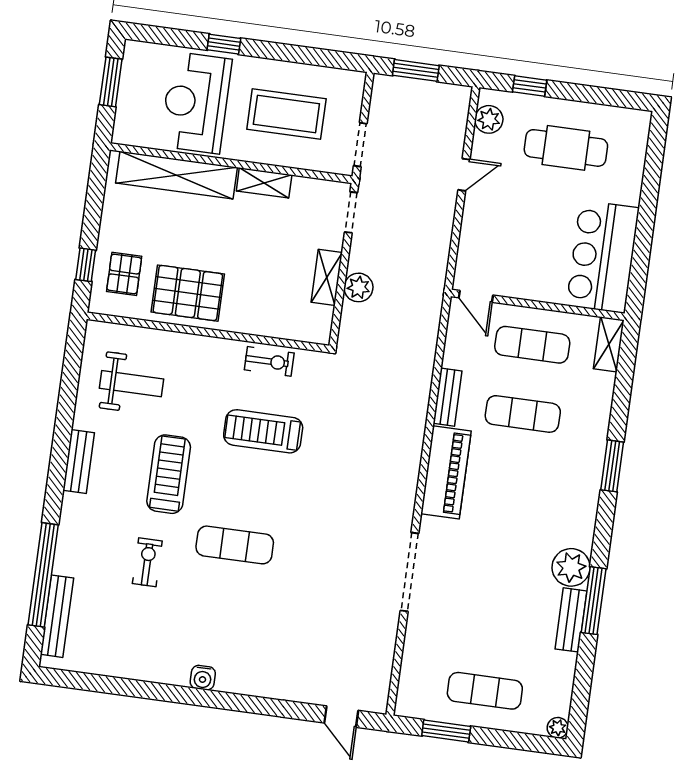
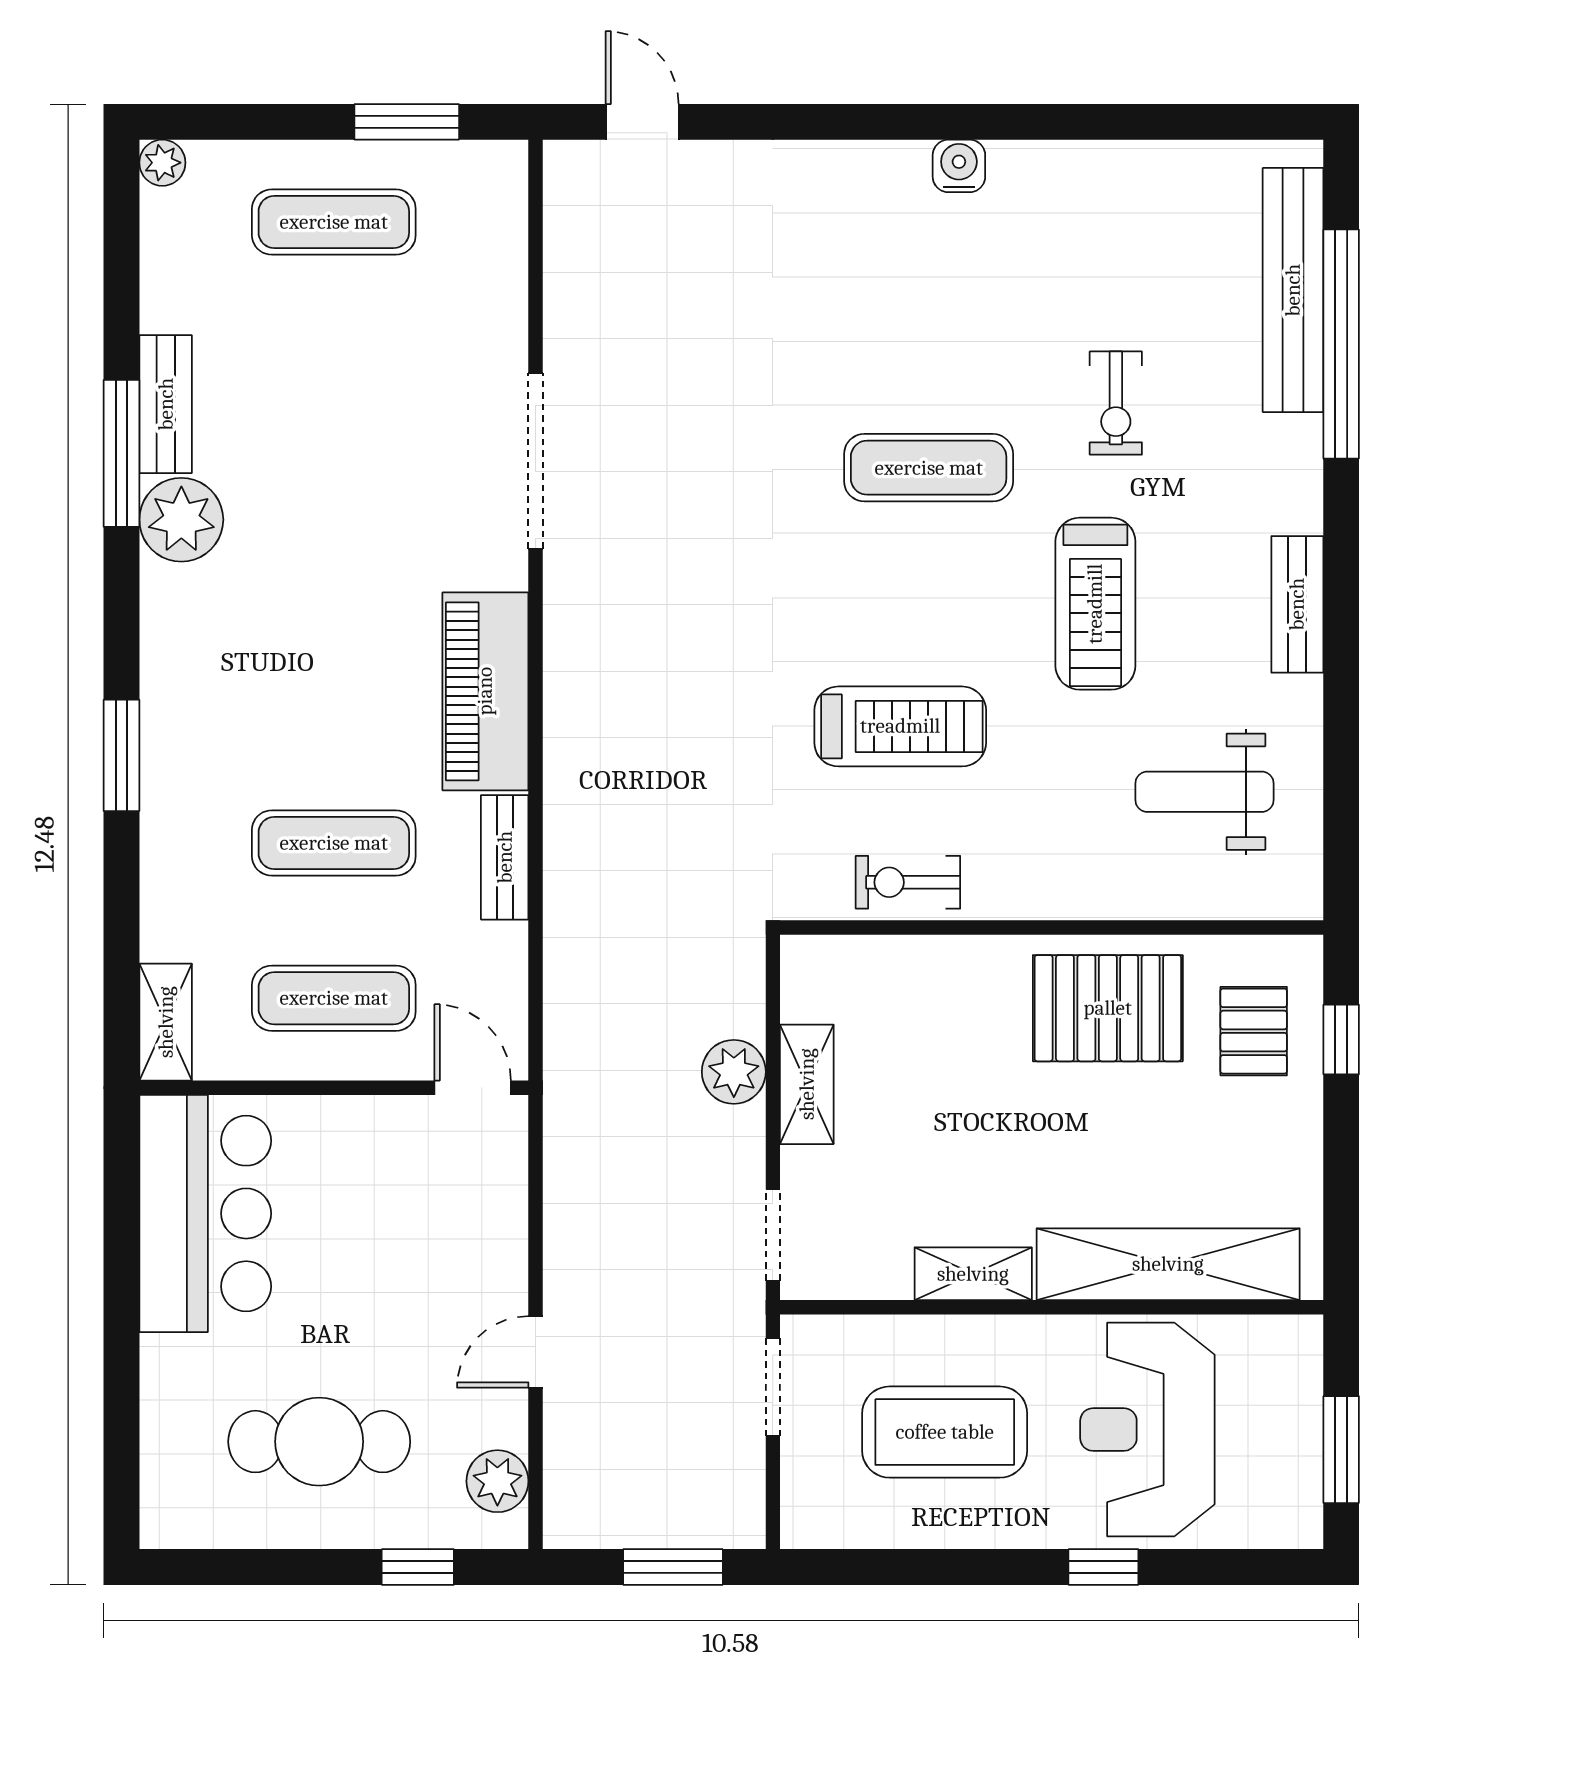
reception desk: (196, 103) -> (1147, 1430), turned 180
bench: (57, 616) -> (1293, 290), width x1.37, depth x1.21

